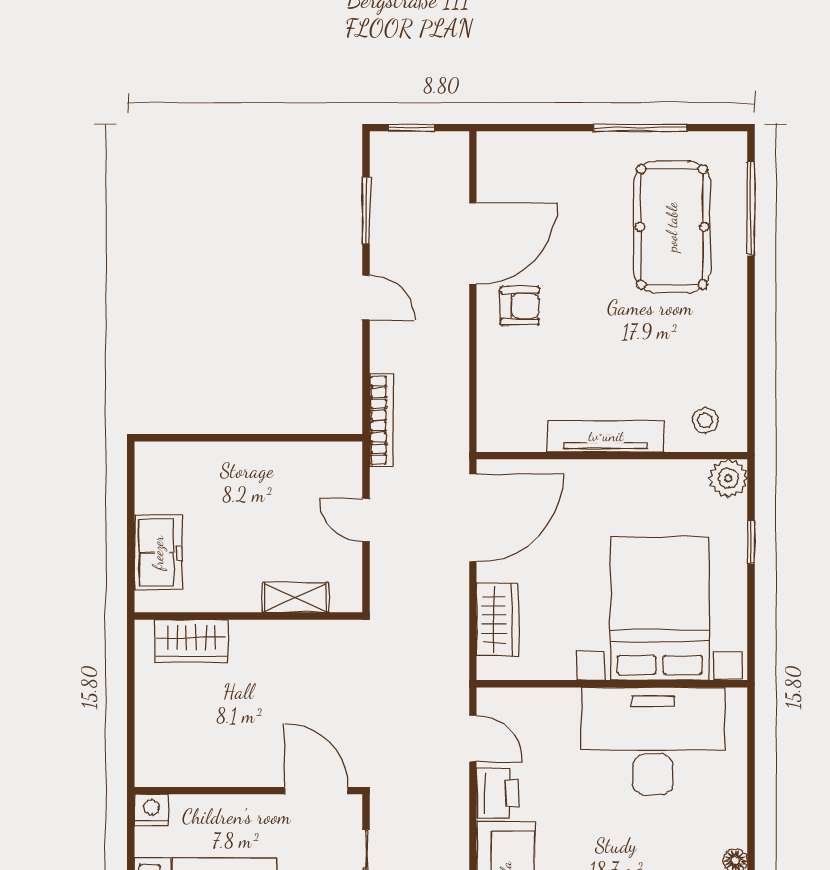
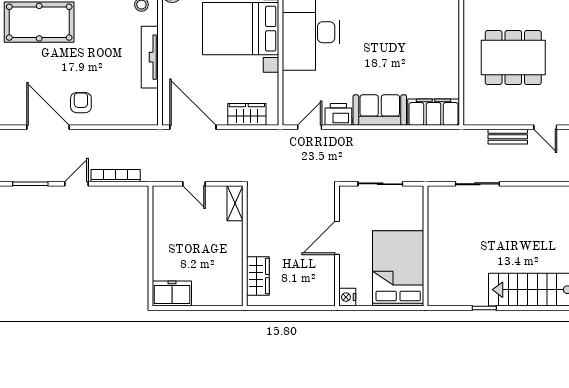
bookcase: (381, 421) -> (116, 176), moved
door: (366, 520) -> (194, 184), hinge flipped
freezer: (158, 553) -> (172, 294), moved
shelving: (295, 597) -> (235, 203), moved
door: (316, 791) -> (337, 238), moved

